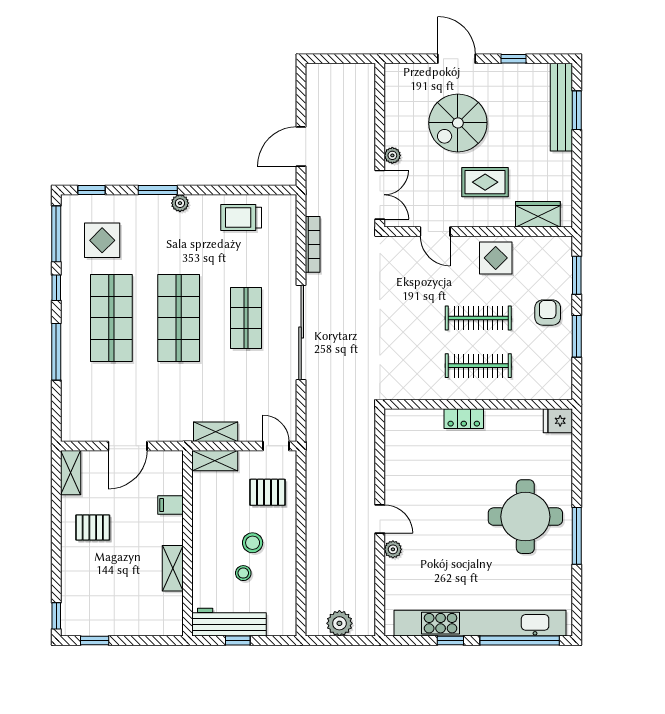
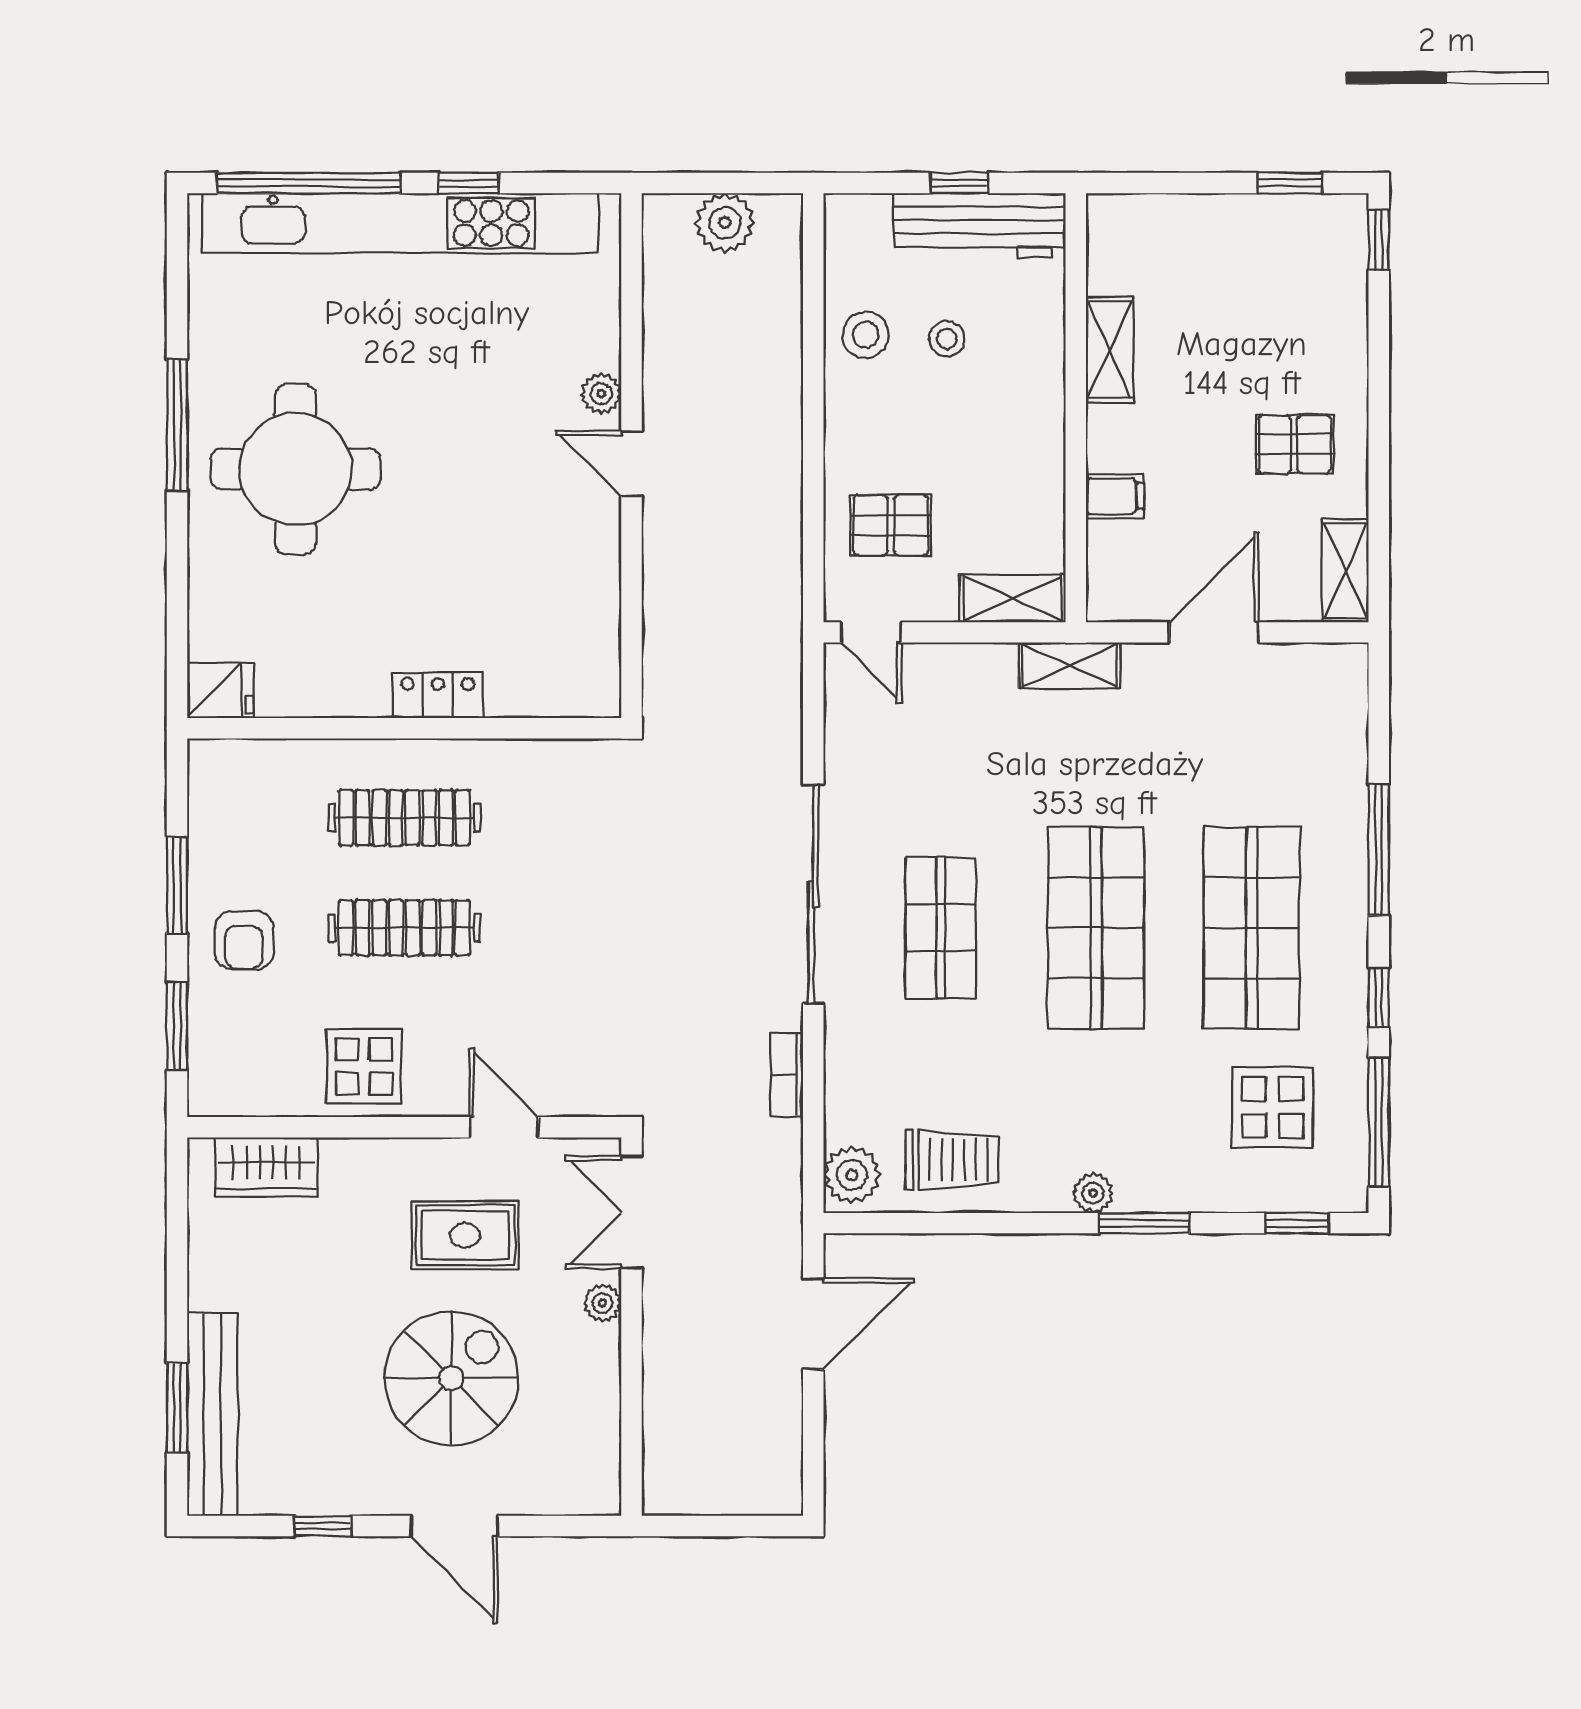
rug: (485, 182) -> (465, 1235), moved
plant: (284, 211) -> (852, 1175), added
bookcase: (313, 244) -> (787, 1074), width x0.64
shelving: (216, 432) -> (1070, 665), moved
stool: (253, 543) -> (865, 335), moved

